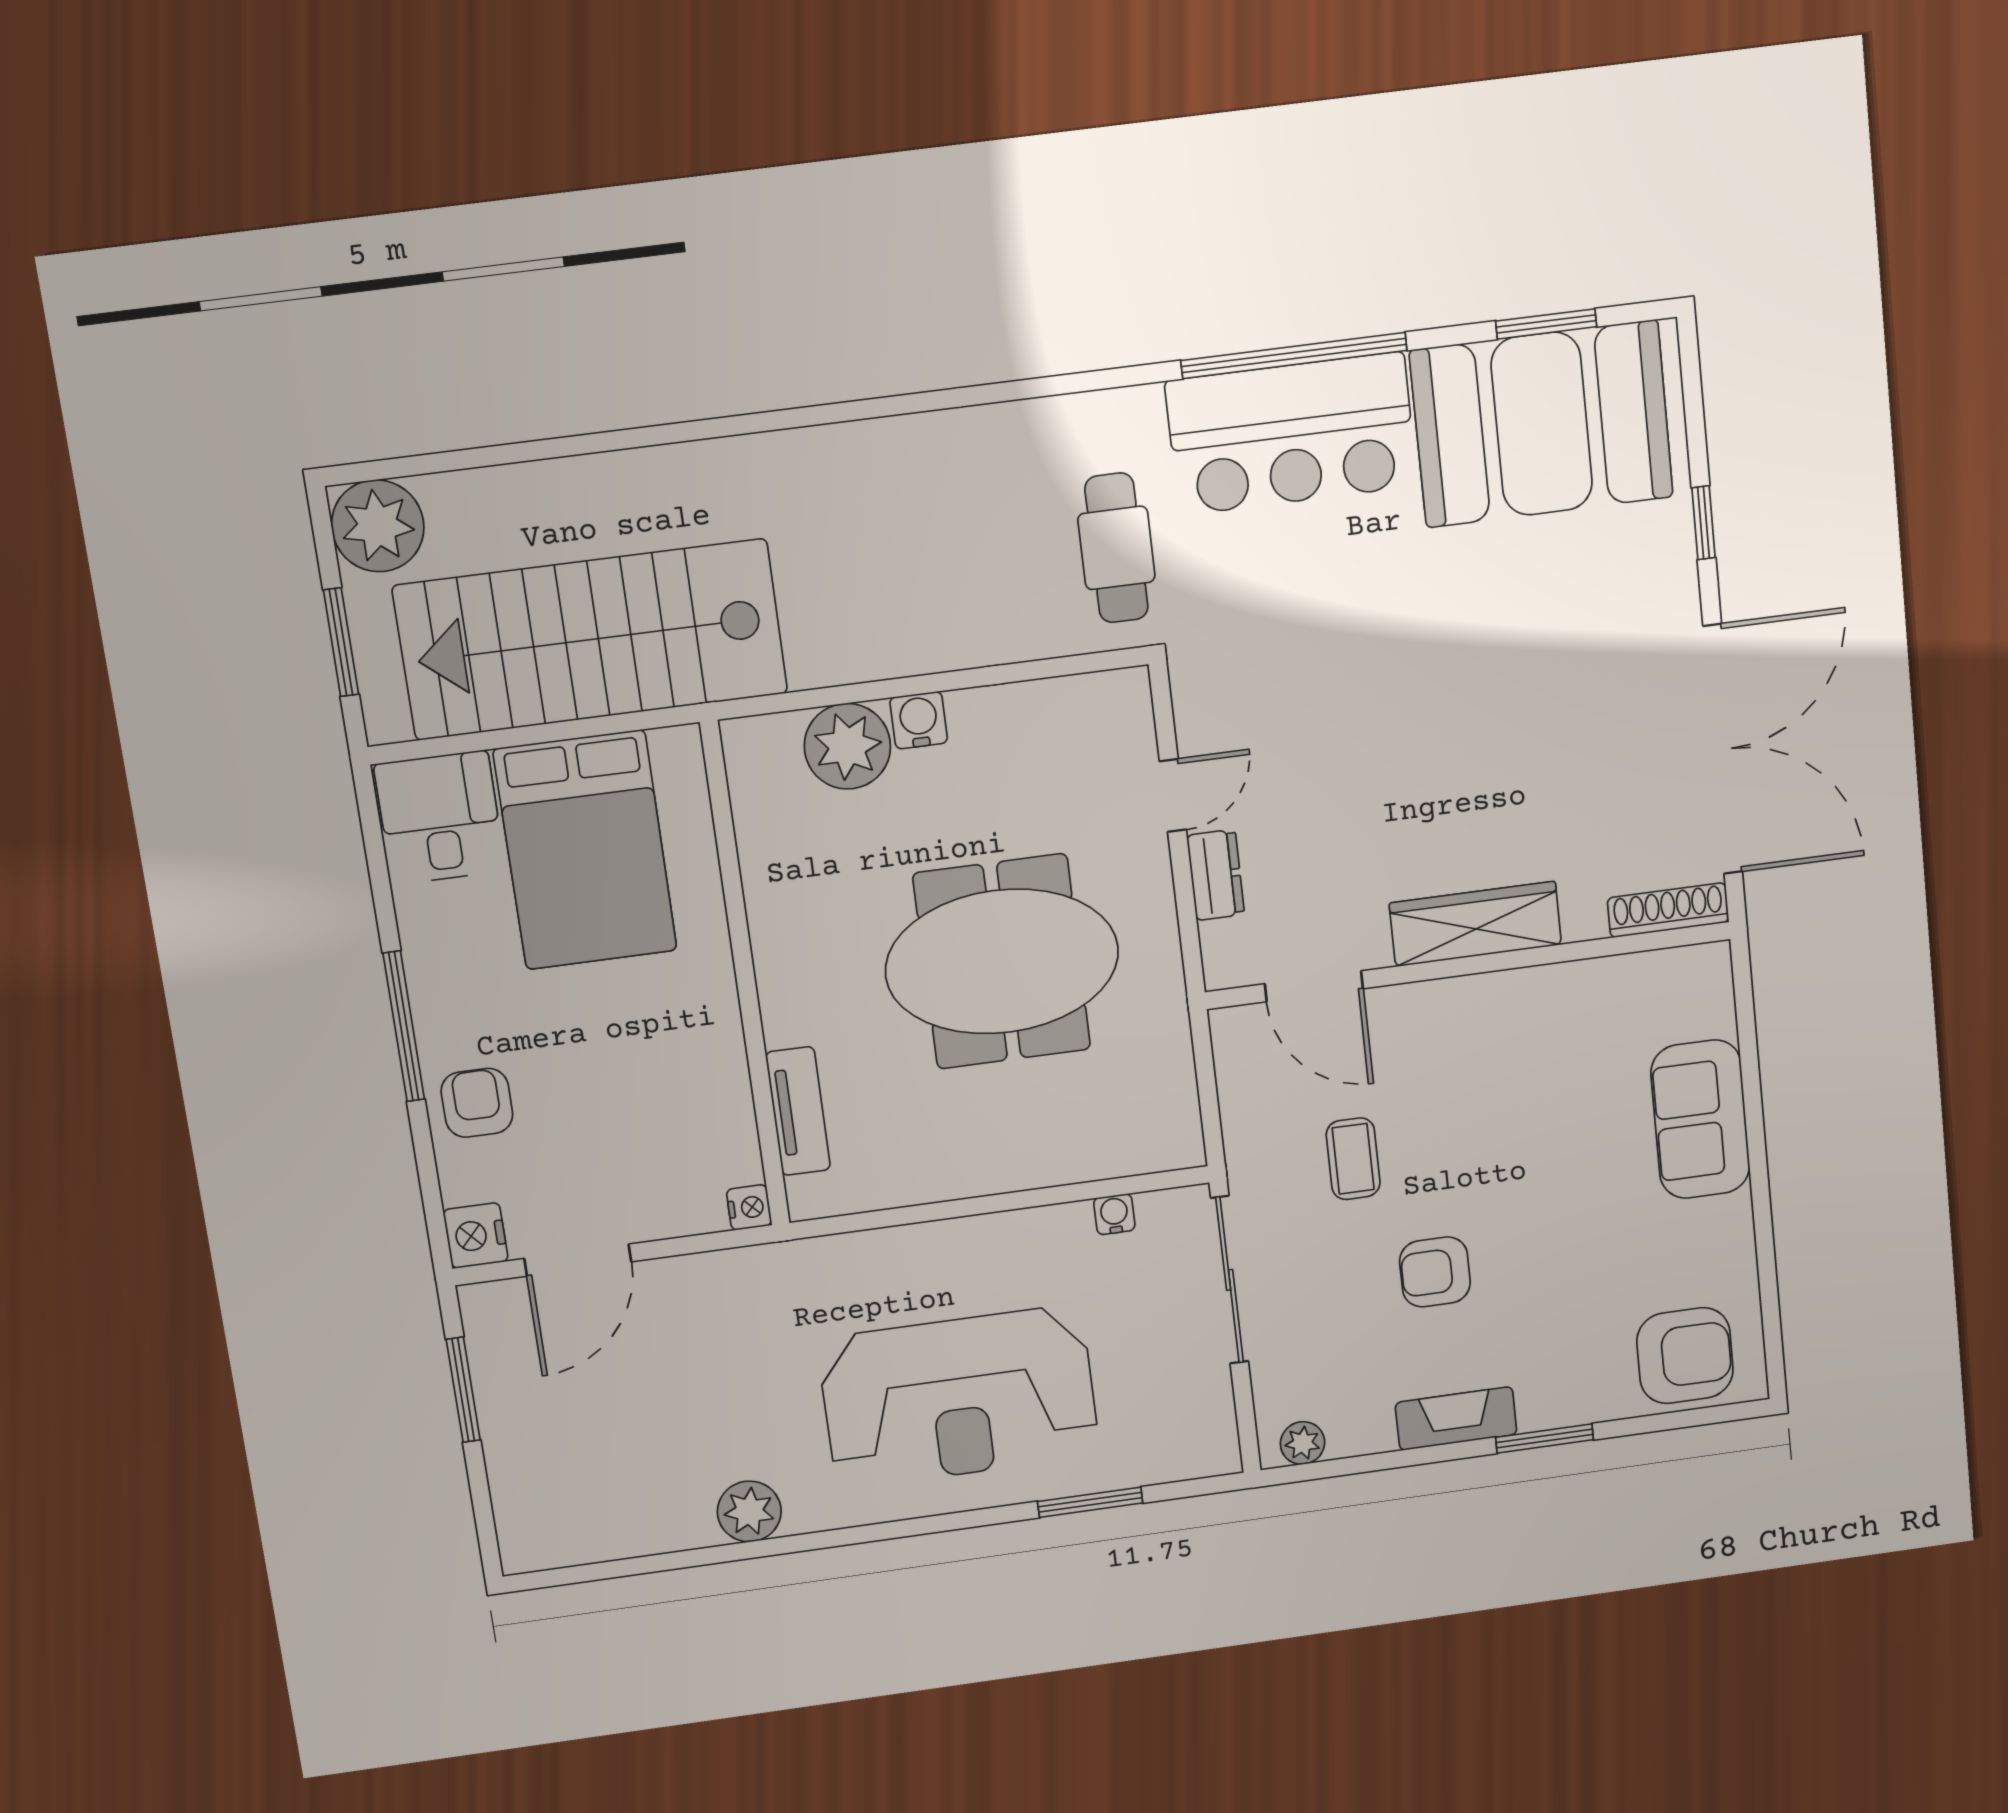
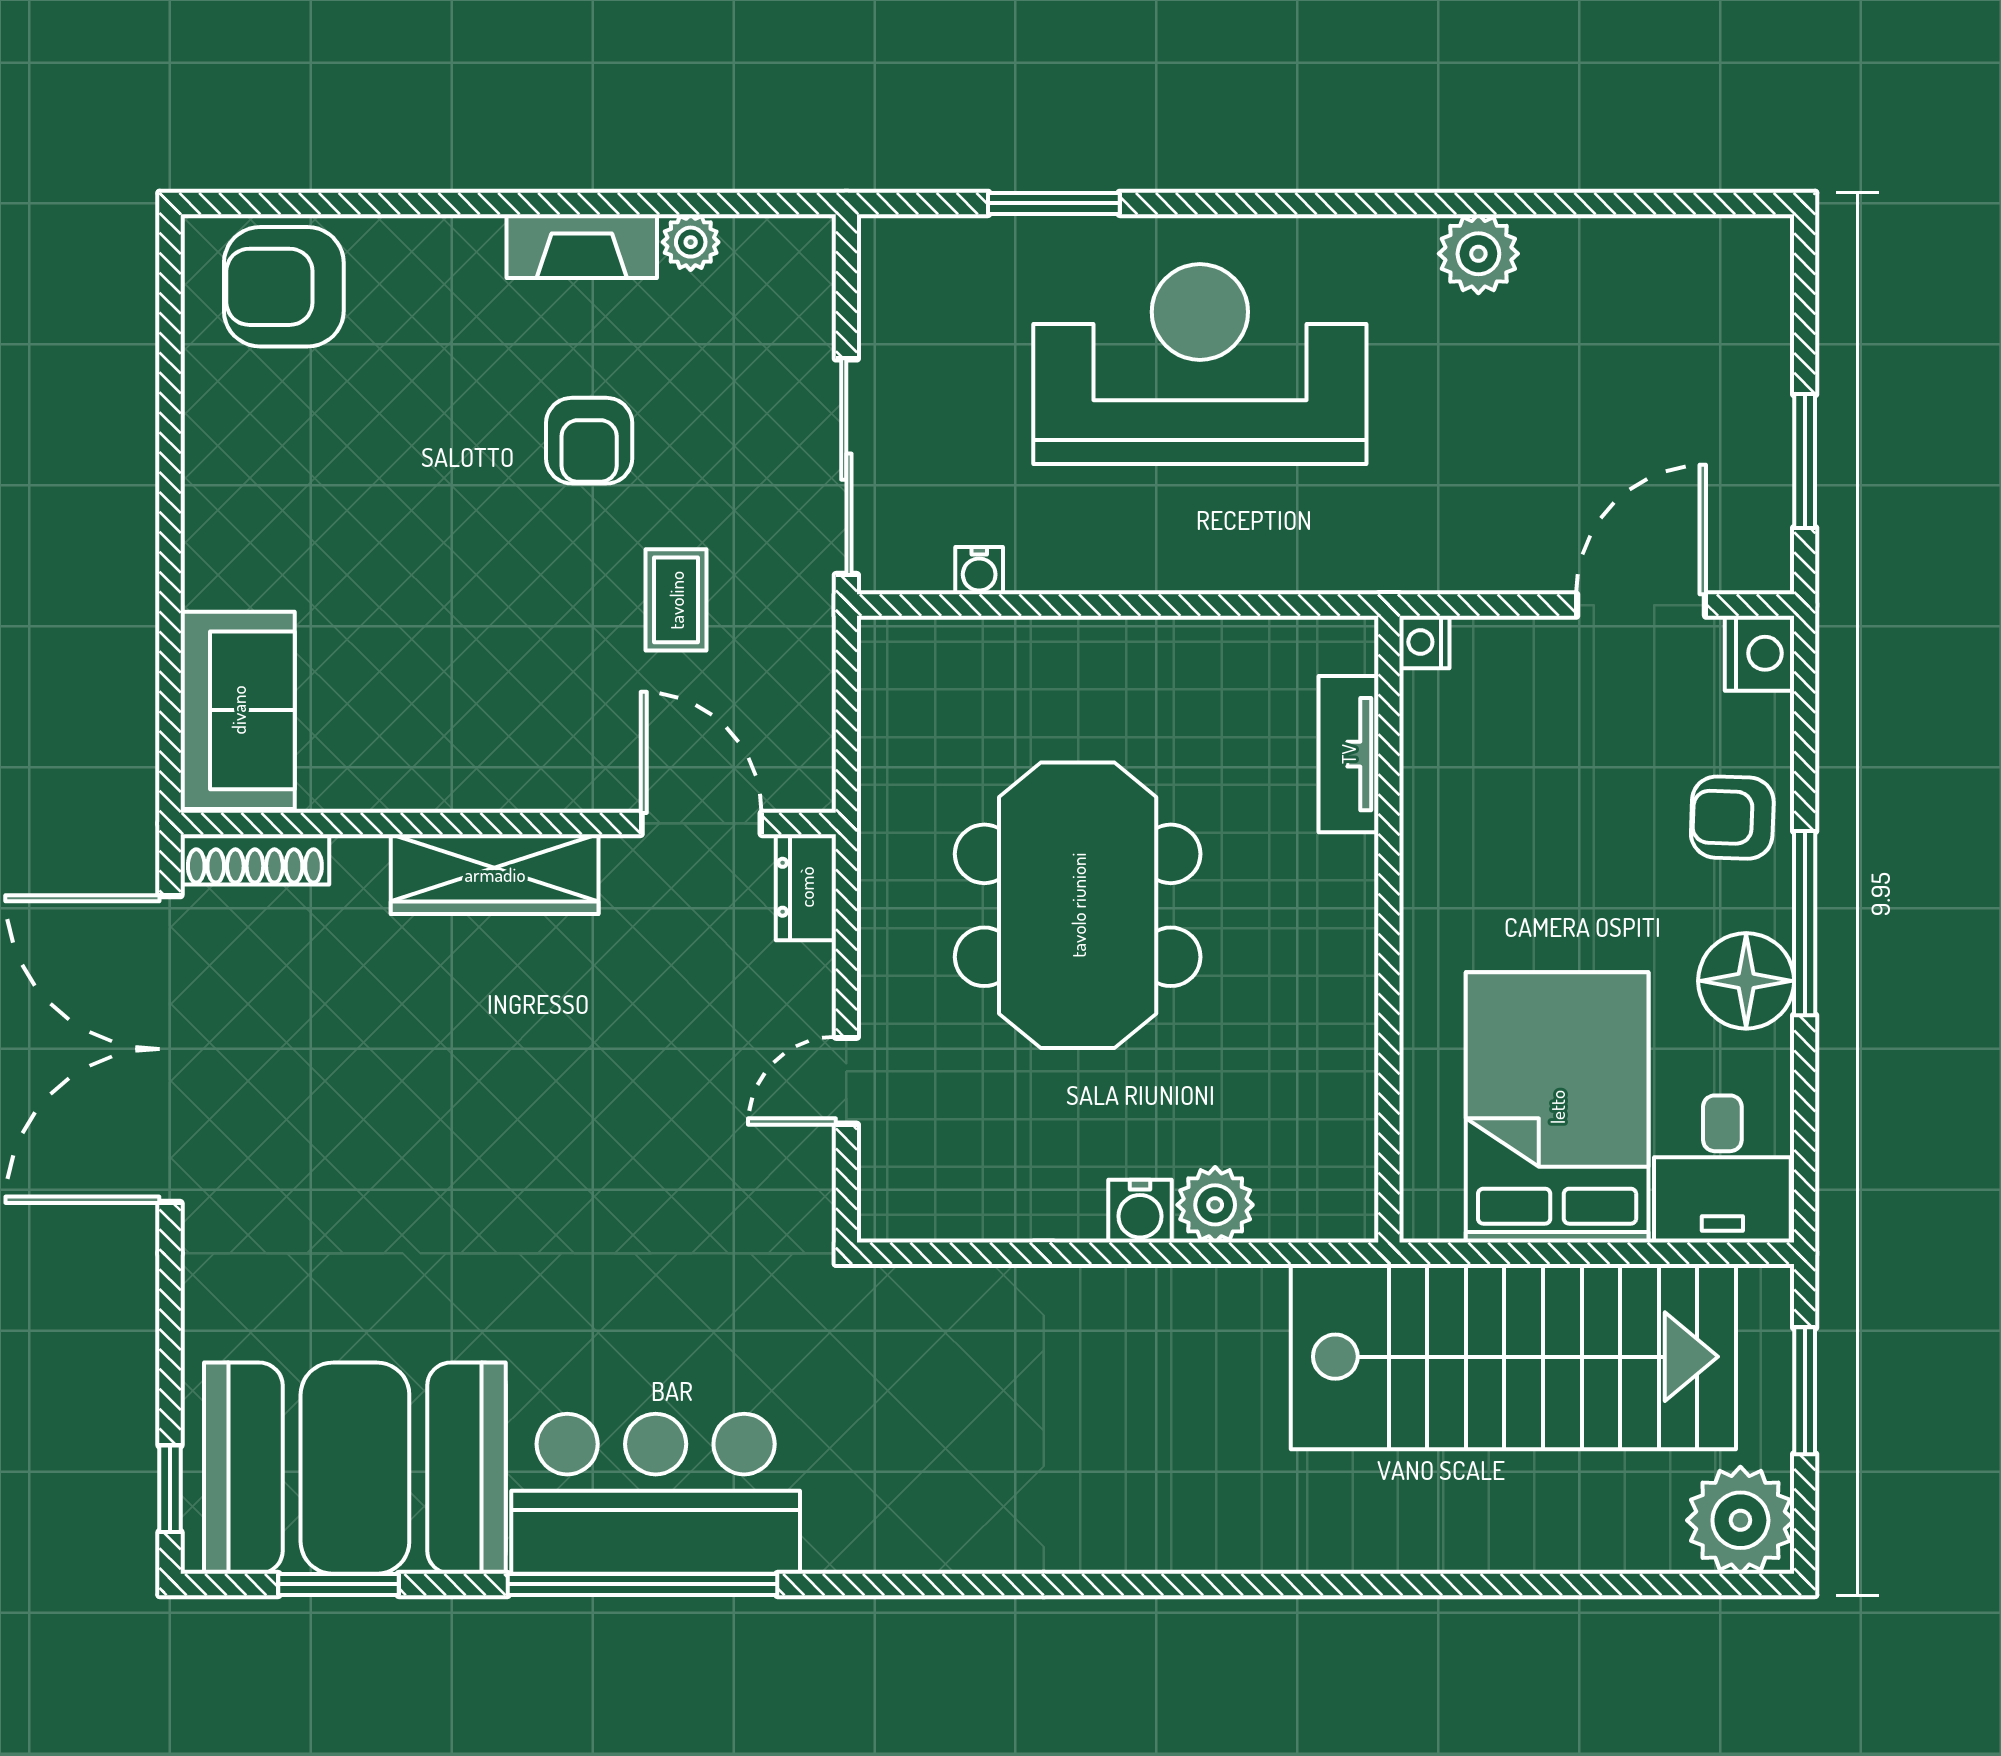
window: (1703, 523) -> (170, 1489), moved
cafe table: (1116, 548) -> (879, 1386), removed
plant: (847, 746) -> (1215, 1205), width x0.73, depth x0.73
dresser: (1216, 875) -> (806, 887), moved
meeting table: (1002, 962) -> (1078, 905), turned 90
floor lamp: (445, 973) -> (1746, 981), added
armchair: (477, 1103) -> (1732, 818), turned 92
sofa: (1700, 1119) -> (238, 710), moved
armchair: (1435, 1272) -> (589, 441), turned 90
window: (1545, 1439) -> (472, 203), removed
plant: (1303, 1443) -> (691, 242), moved

